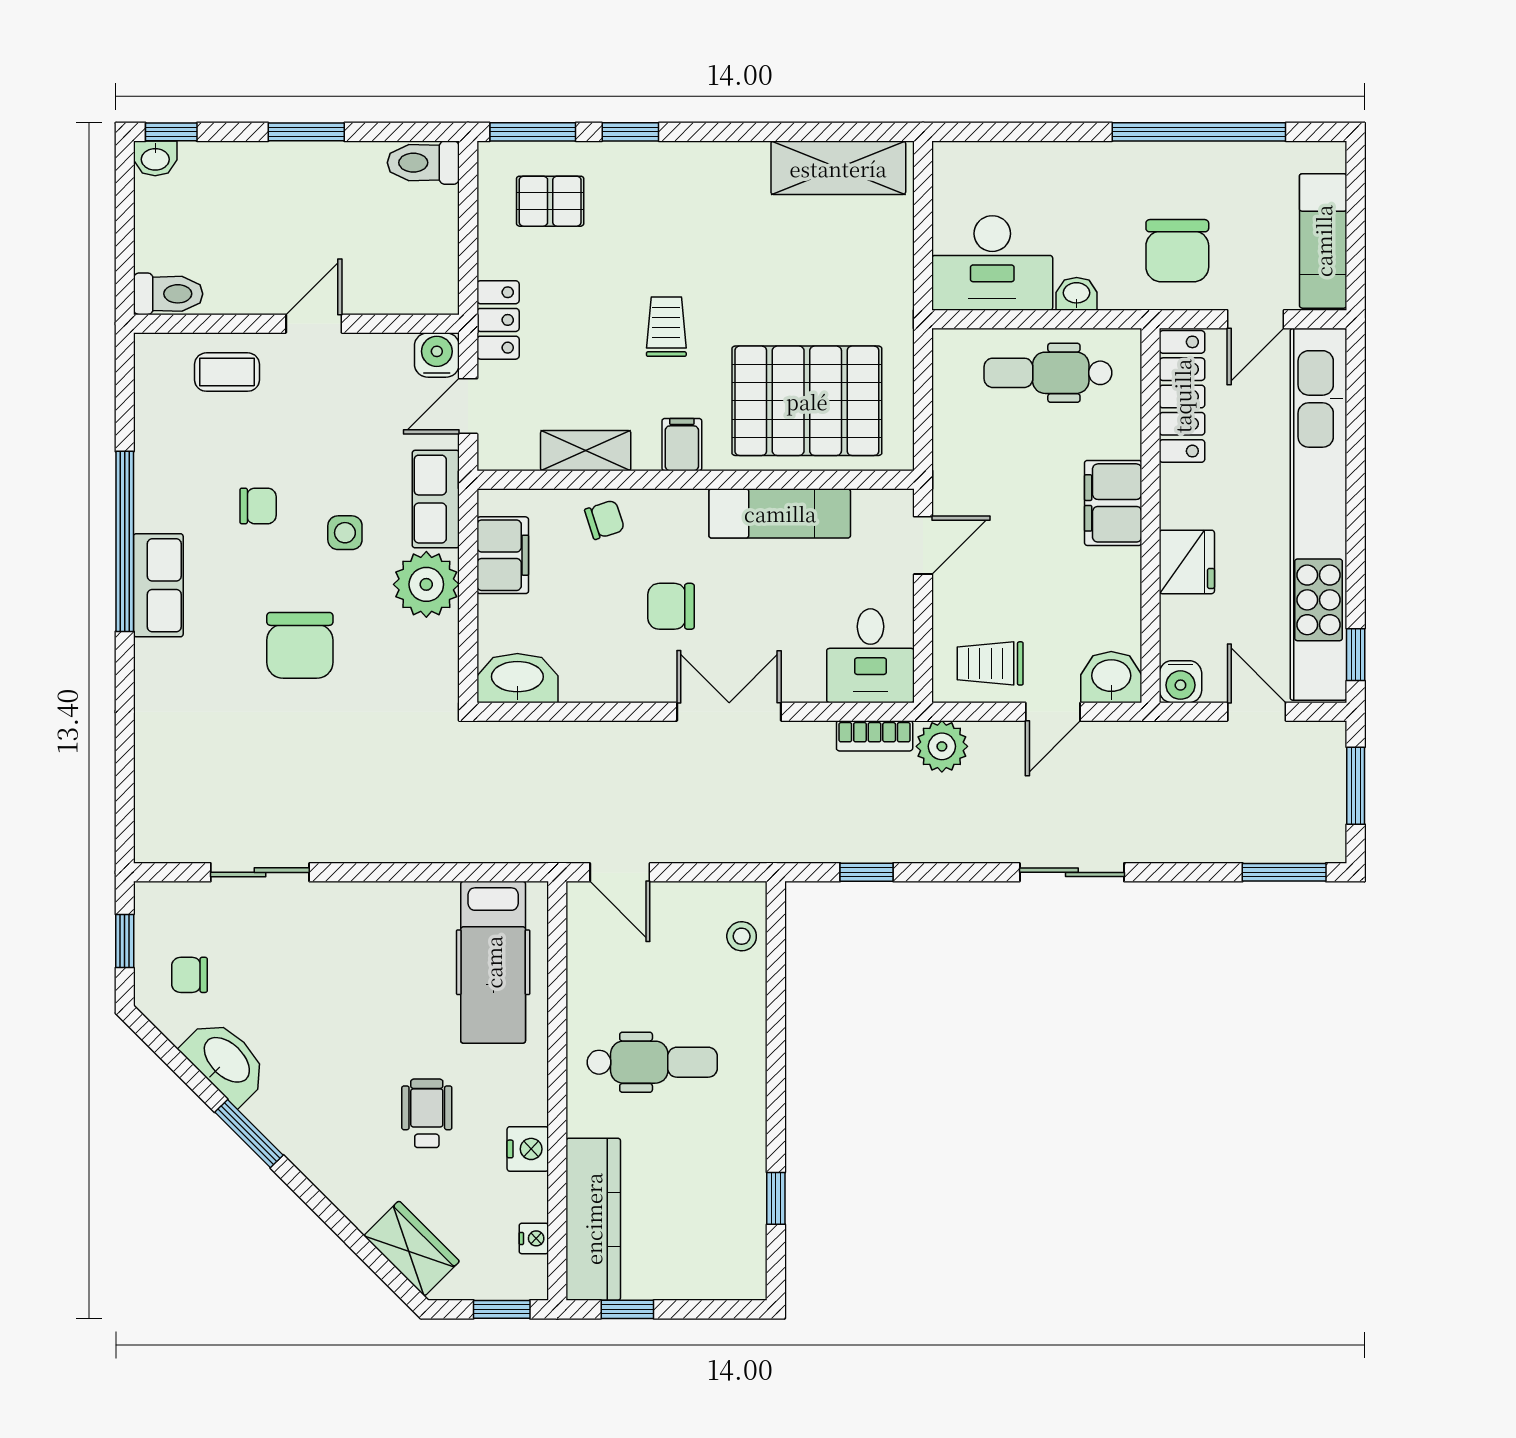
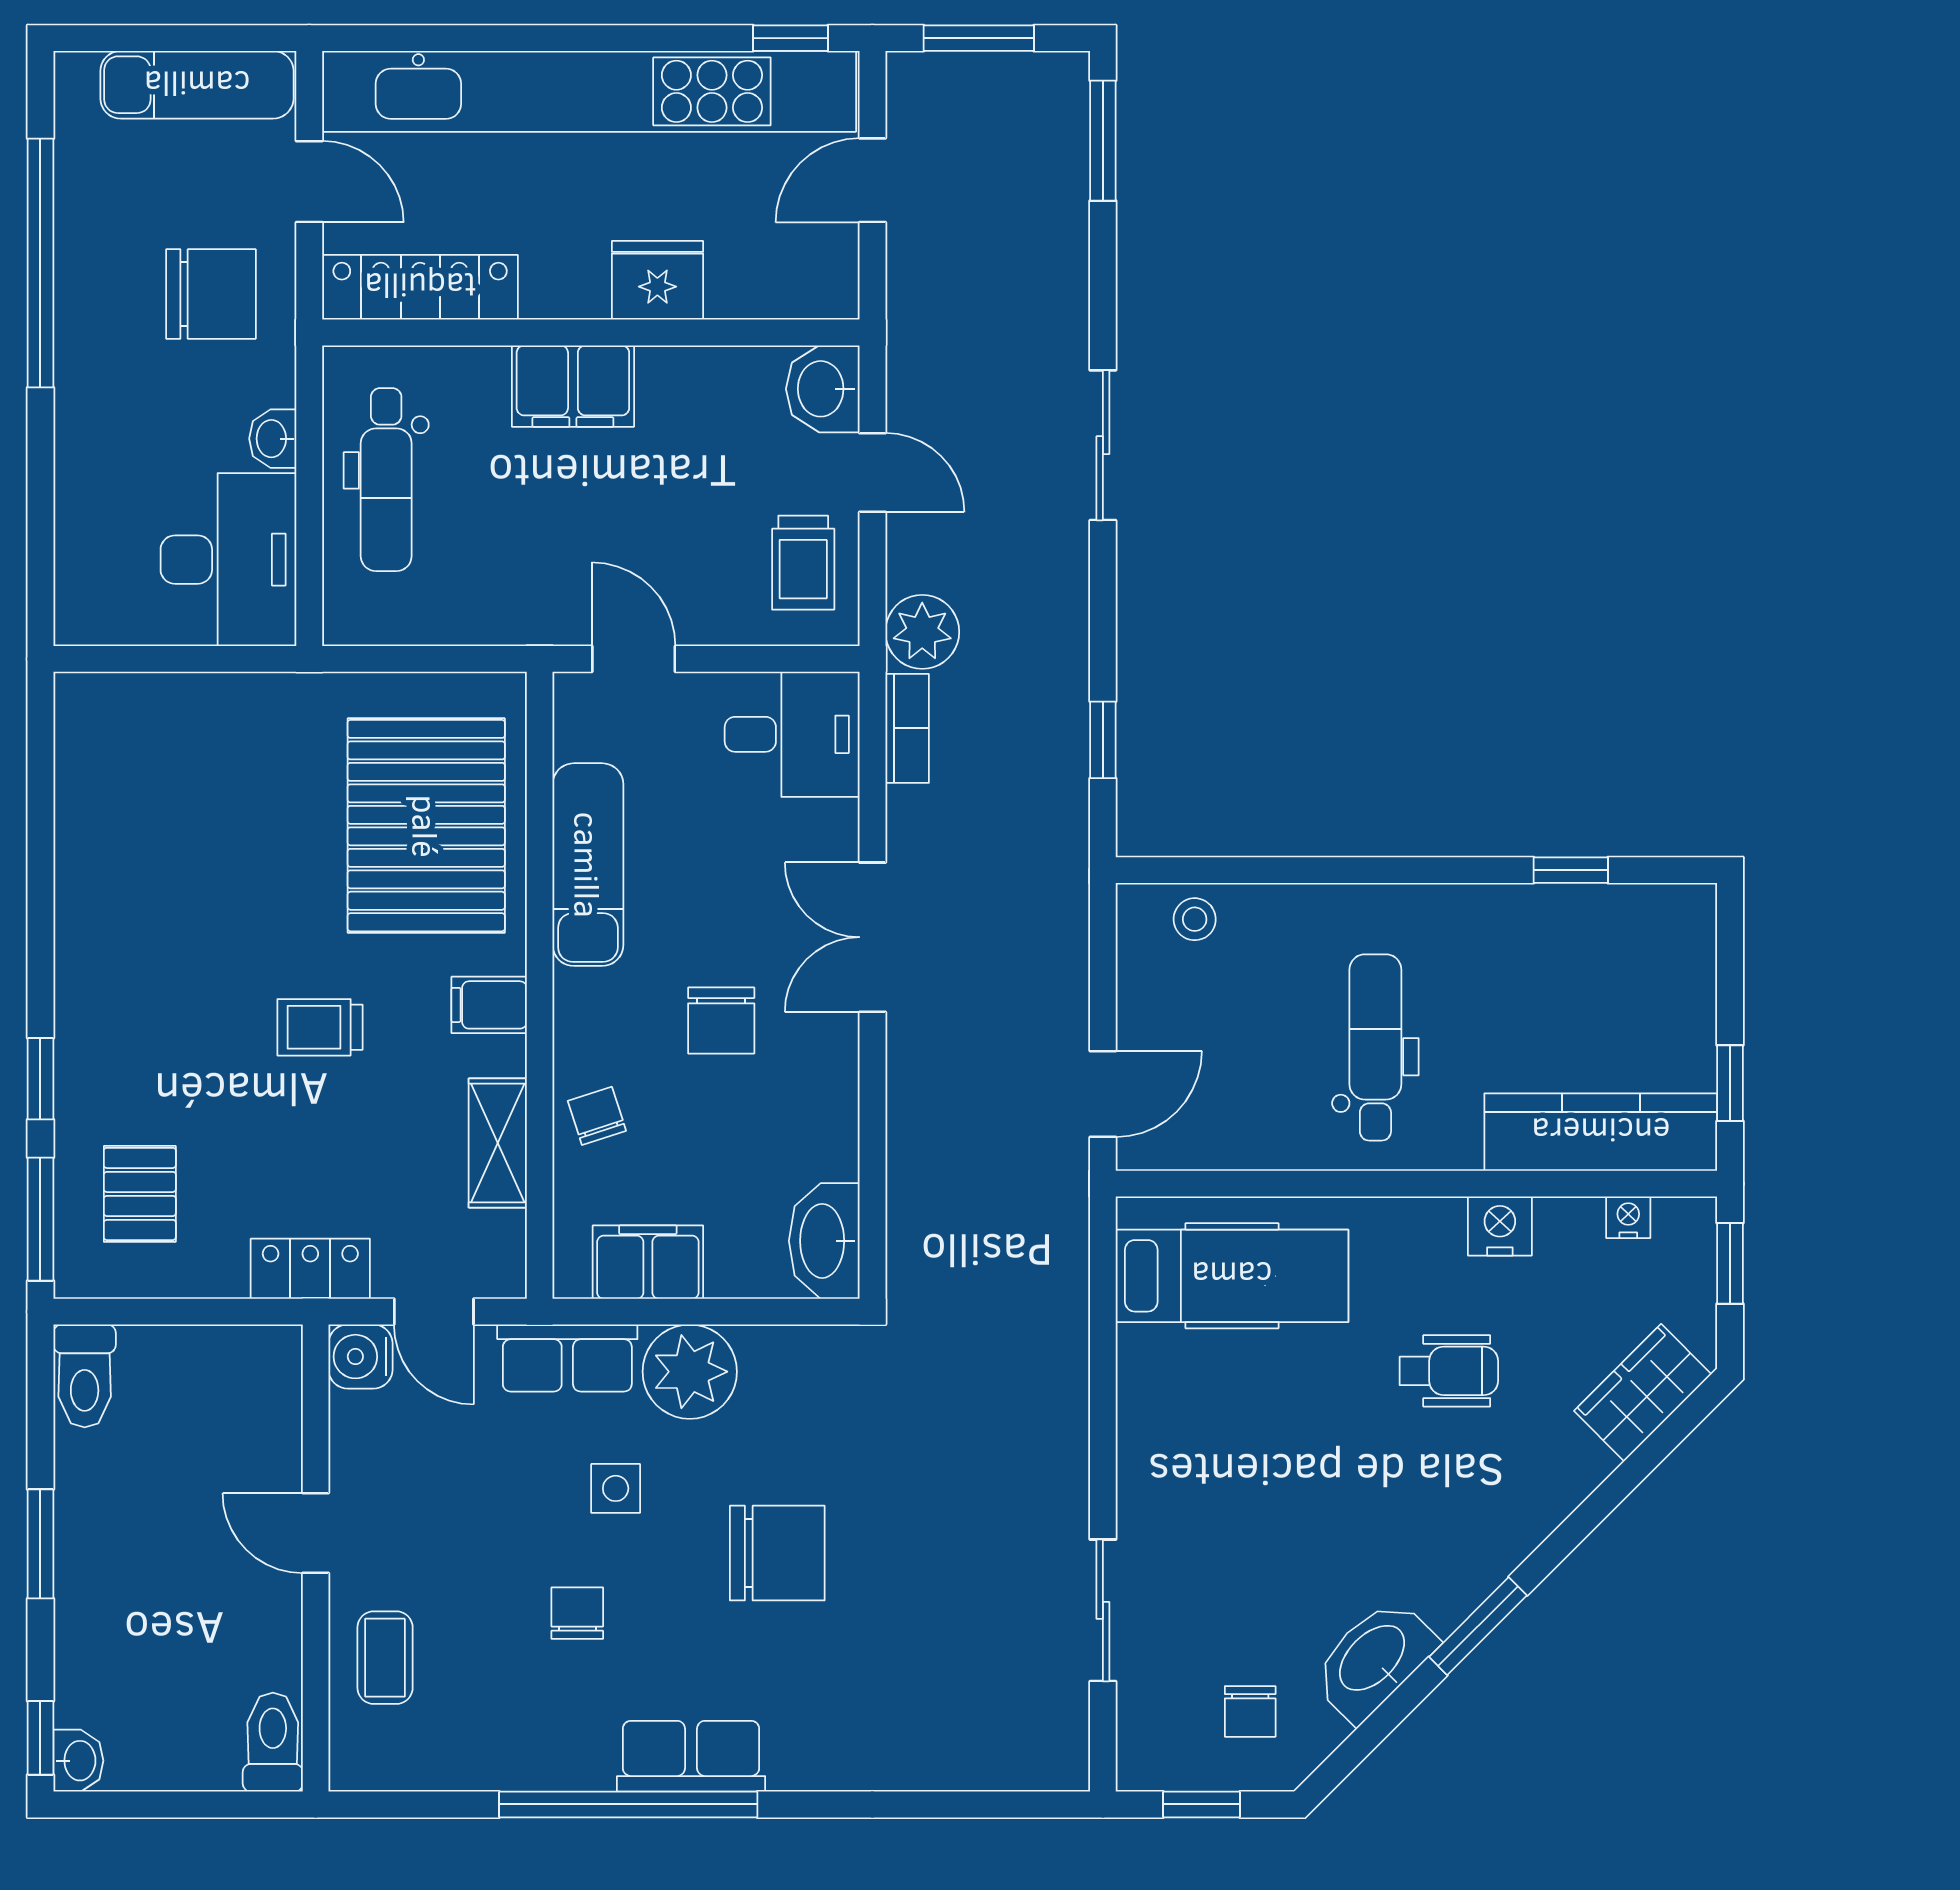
shelving: (838, 168) -> (92, 780), removed
water cooler: (1180, 682) -> (829, 289), removed
wheelchair: (427, 1113) -> (1449, 1371), turned 180

